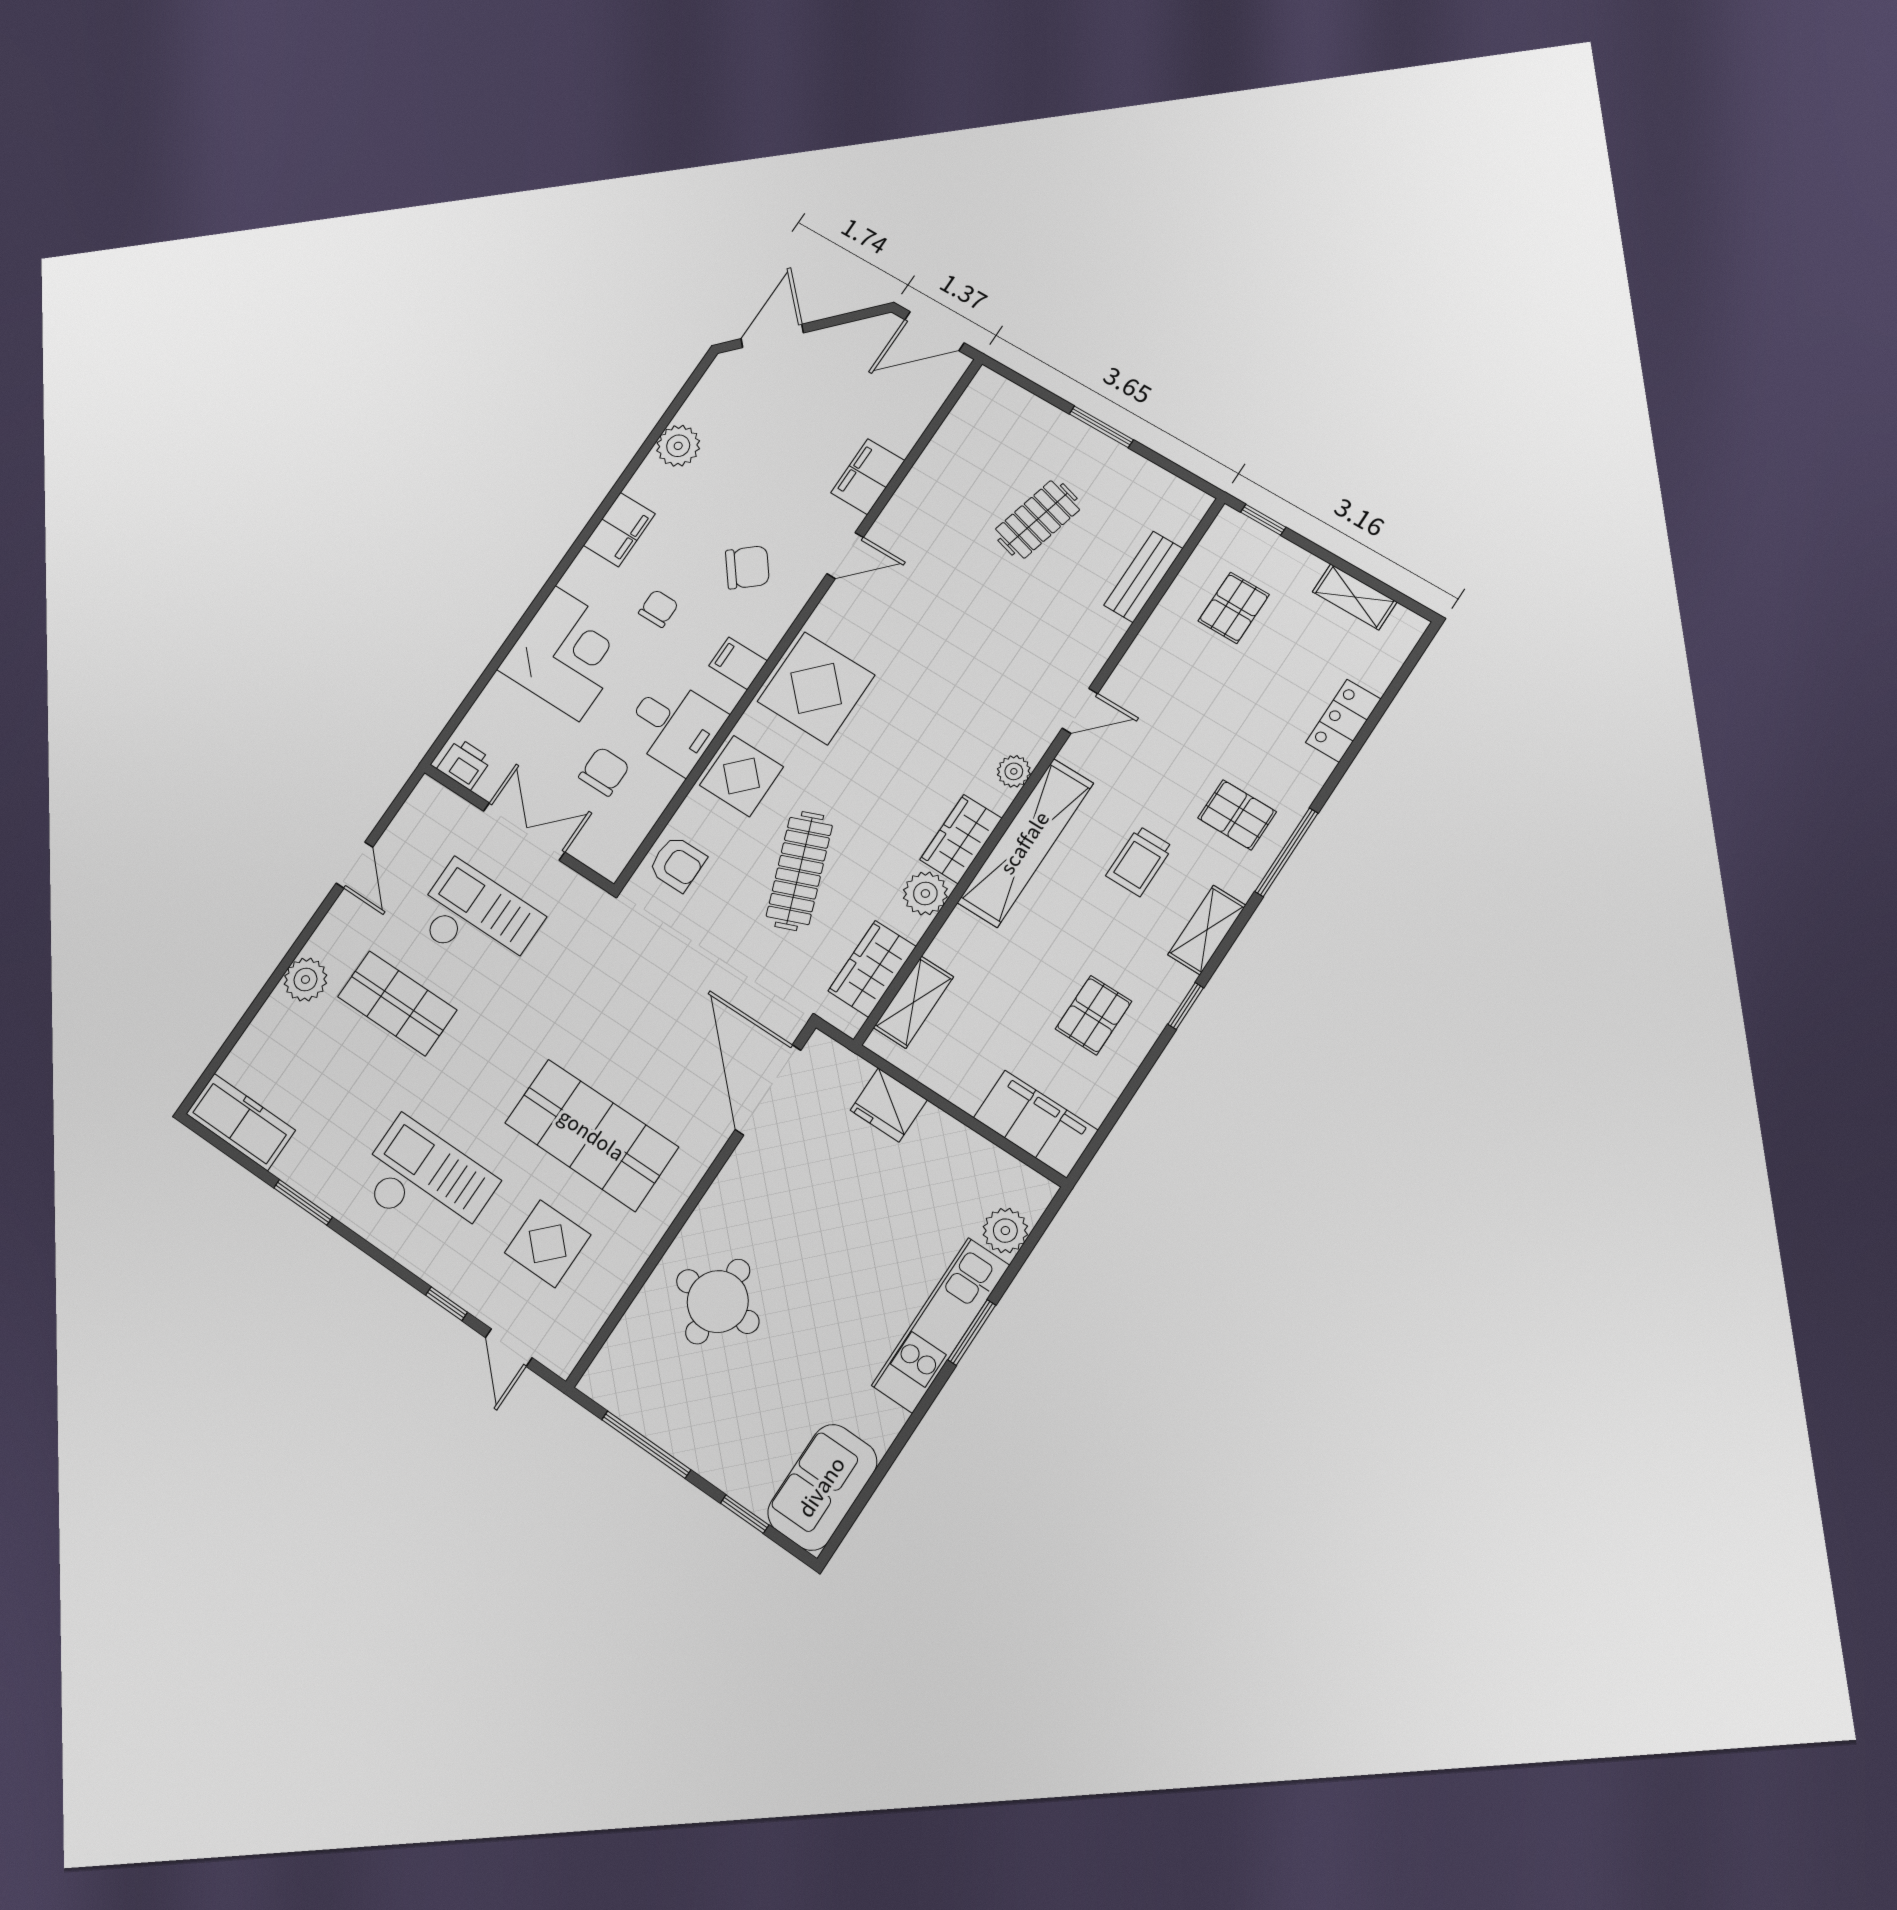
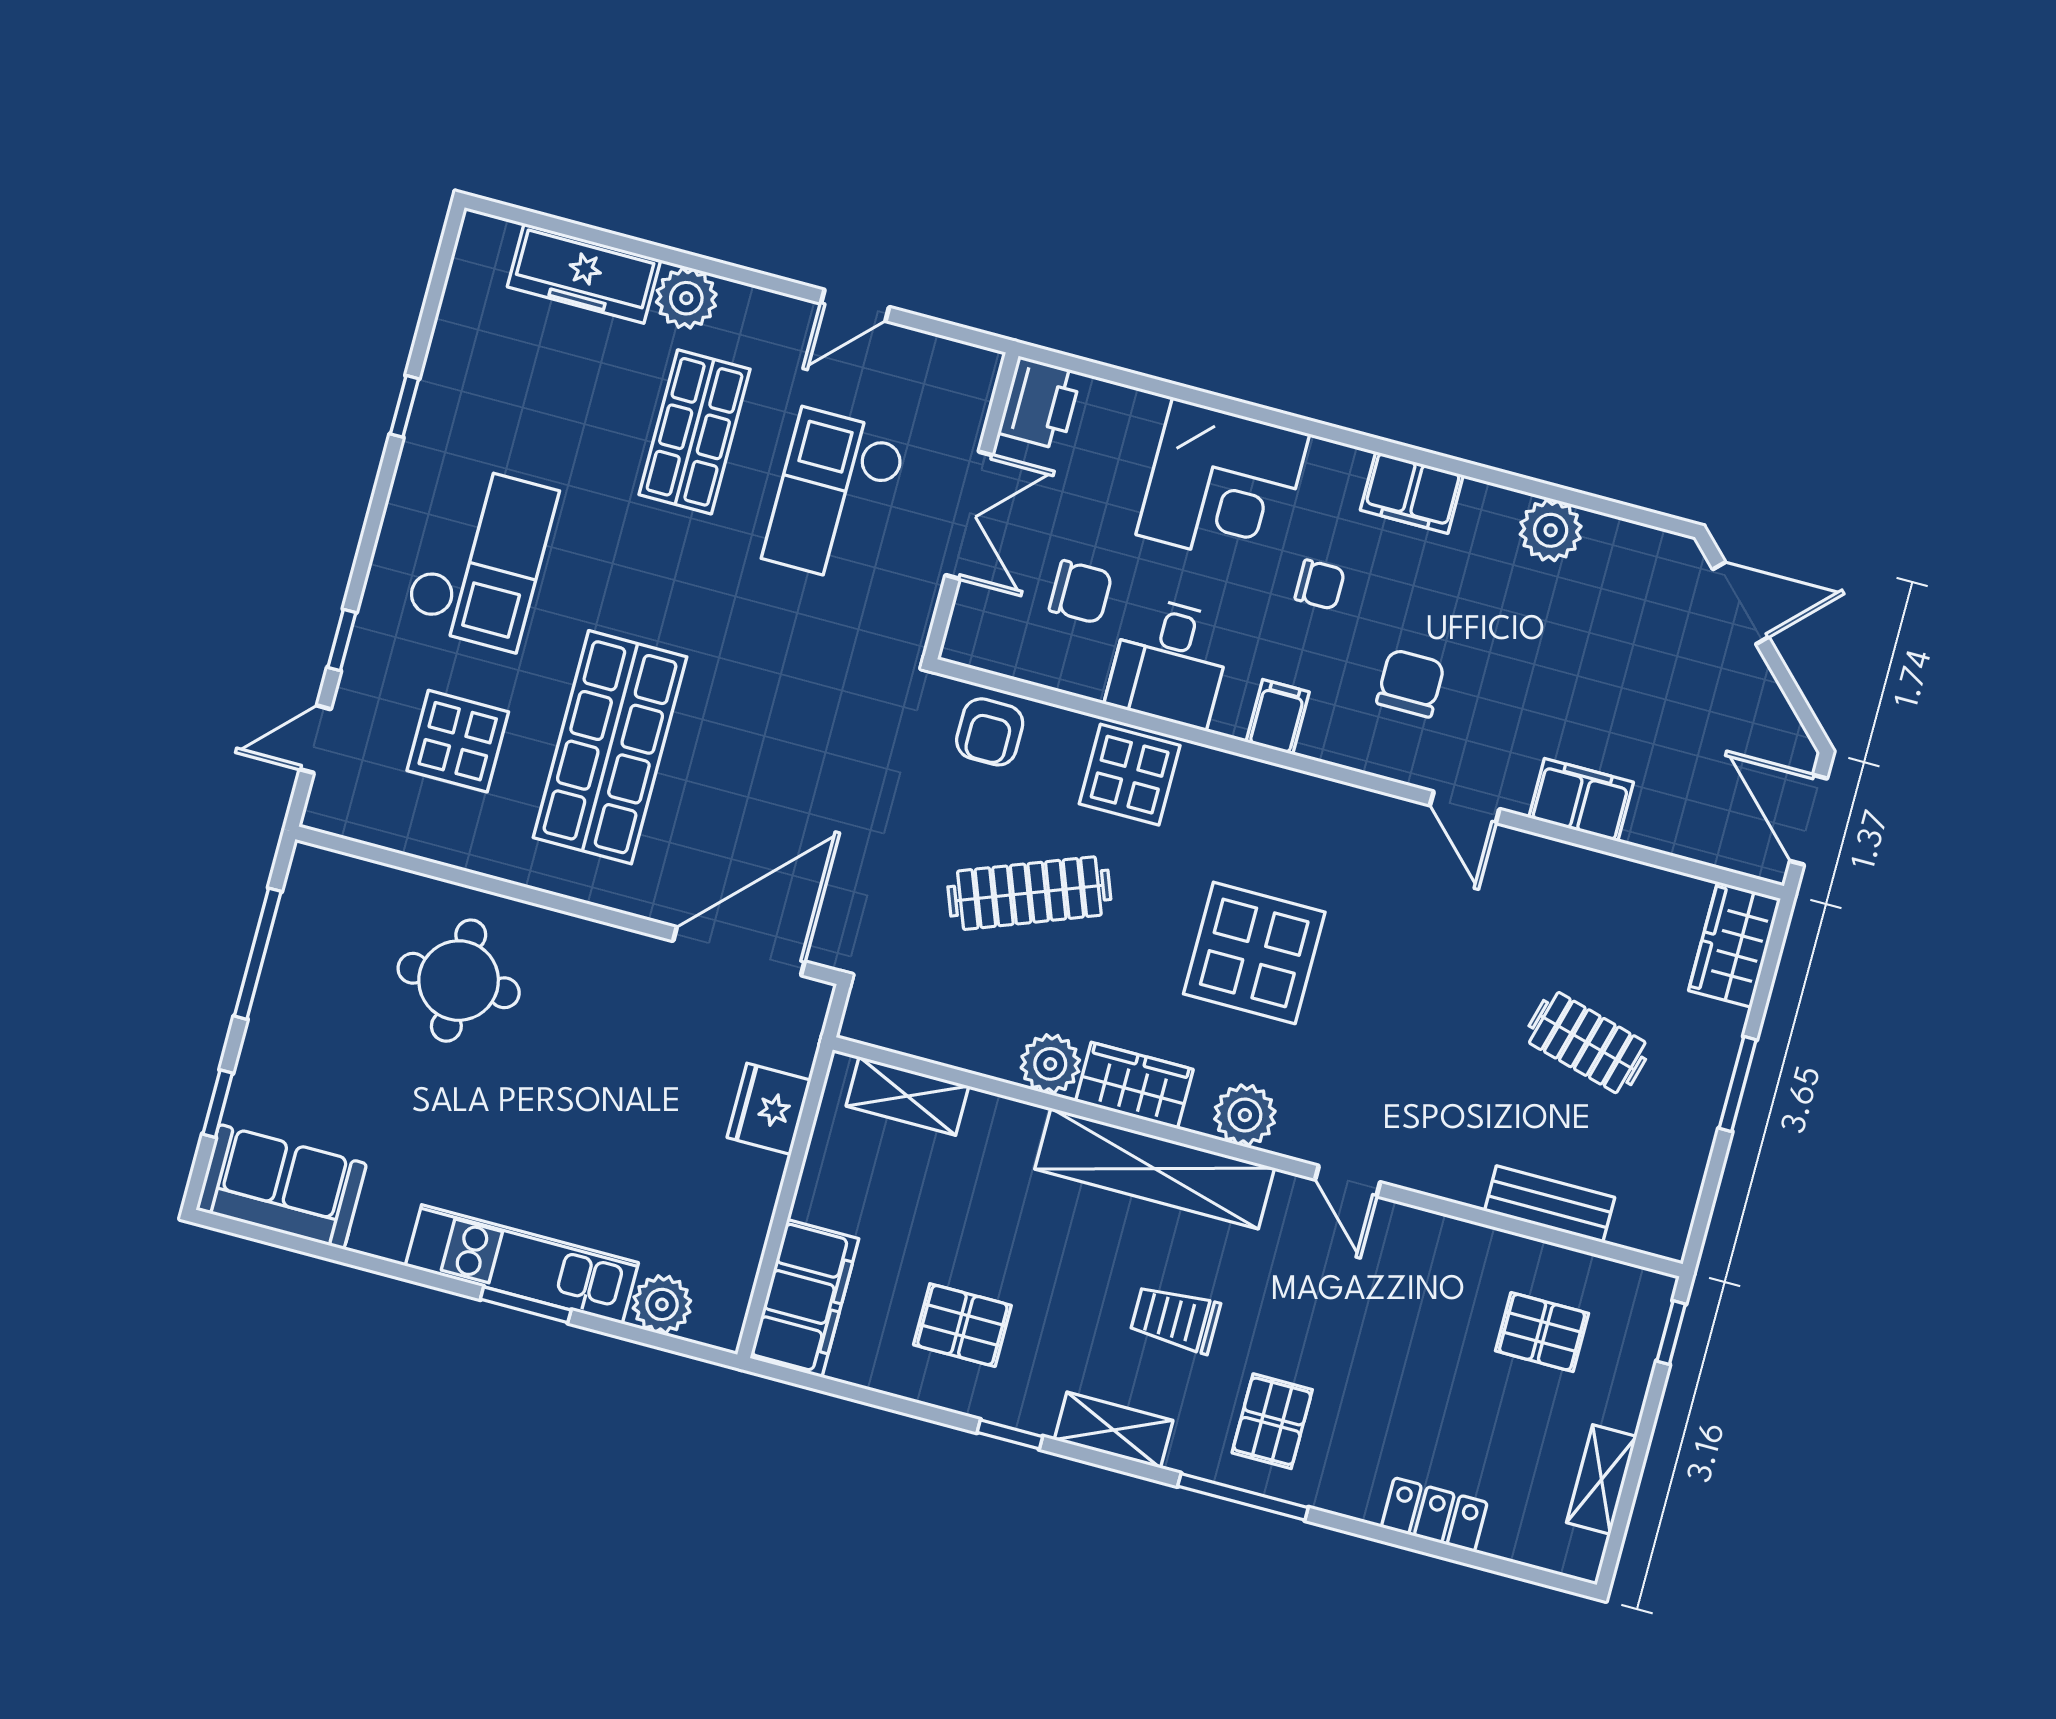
chair: (747, 567) -> (1411, 683), turned -141
display table: (816, 688) -> (1254, 953), moved
printer: (464, 764) -> (1040, 403), width x1.36, depth x1.24
plant: (1014, 771) -> (1245, 1115), width x1.38, depth x1.38
checkout: (477, 920) -> (835, 497), turned 180
wardrobe: (872, 969) -> (1735, 945), moved, turned -90
freezer: (241, 1122) -> (584, 273), moved, turned 90
window: (303, 1202) -> (404, 406), width x0.67

